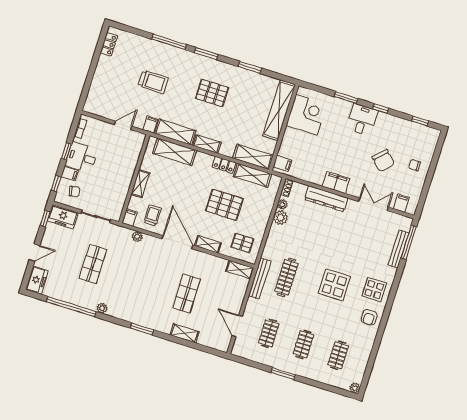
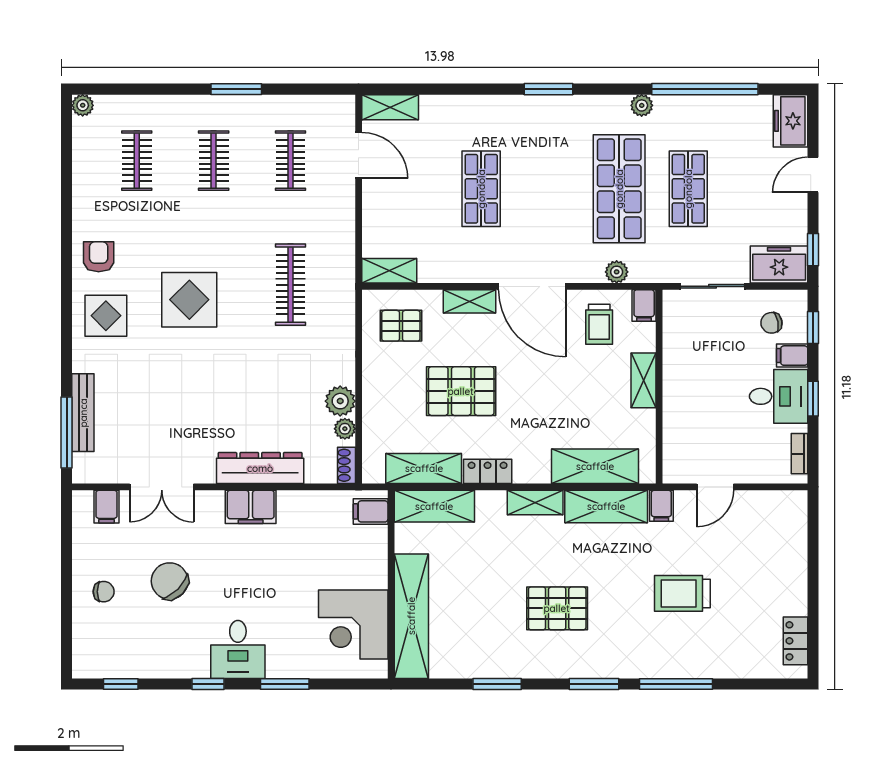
shop shelf: (124, 274) -> (619, 189), added
bench: (260, 278) -> (343, 266), removed
shelving: (185, 333) -> (390, 107), moved

